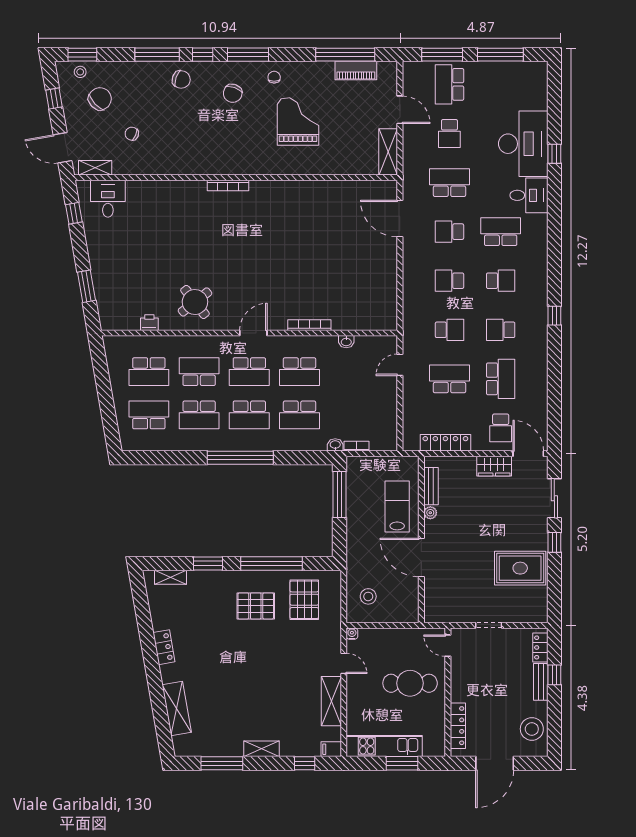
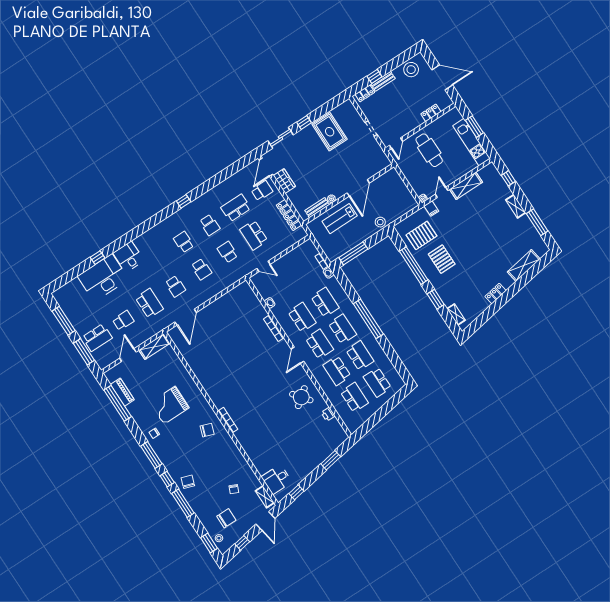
chair: (233, 93) -> (207, 430), moved
chair: (100, 99) -> (226, 518), turned 133
school desk: (449, 183) -> (149, 303), turned 180
school desk: (501, 232) -> (158, 259), removed
door: (253, 333) -> (297, 355), hinge flipped
stool: (368, 596) -> (380, 222), moved
locker: (458, 726) -> (431, 113), width x0.66
filing cabinet: (331, 749) -> (431, 209), moved

